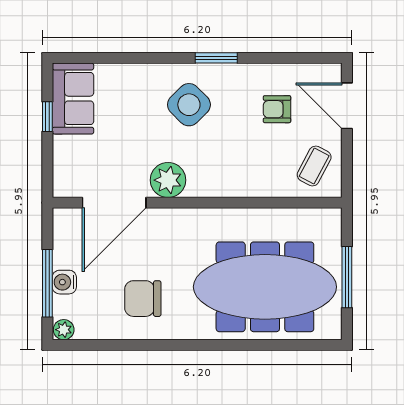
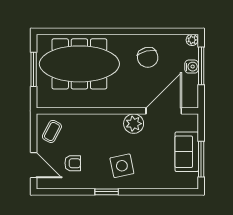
sofa: (73, 99) -> (187, 152), moved
side table: (189, 105) -> (122, 166), turned 33
window: (47, 117) -> (201, 159), width x2.17
chair: (143, 299) -> (148, 57), turned 76

